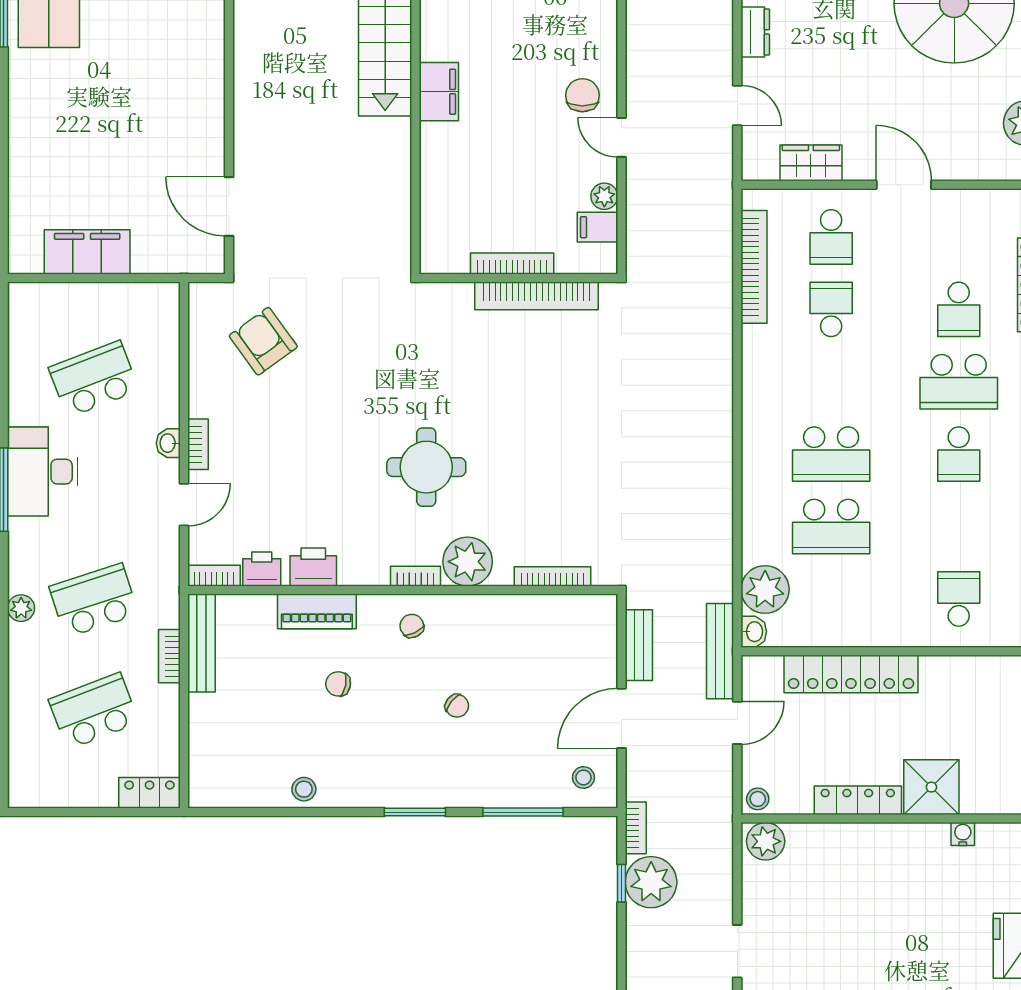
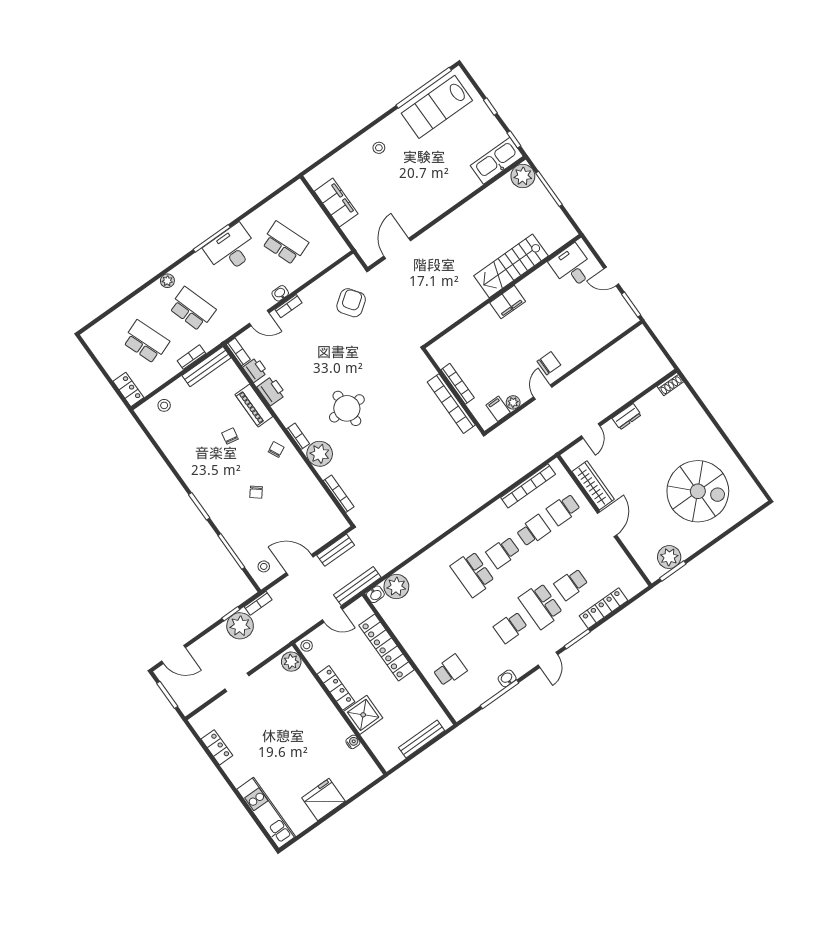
stool: (48, 122) -> (379, 148), added
wardrobe: (811, 163) -> (593, 485), width x1.50
school desk: (831, 527) -> (503, 552), moved, width x0.54
stool: (304, 789) -> (164, 405), moved

